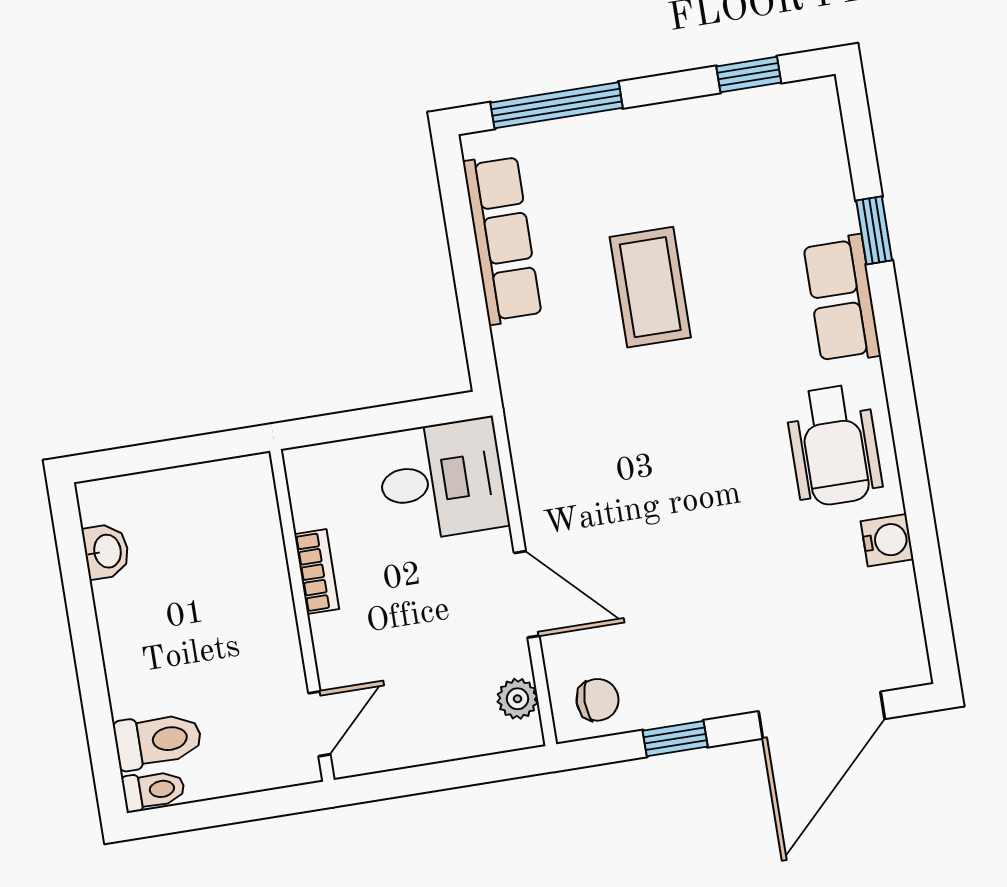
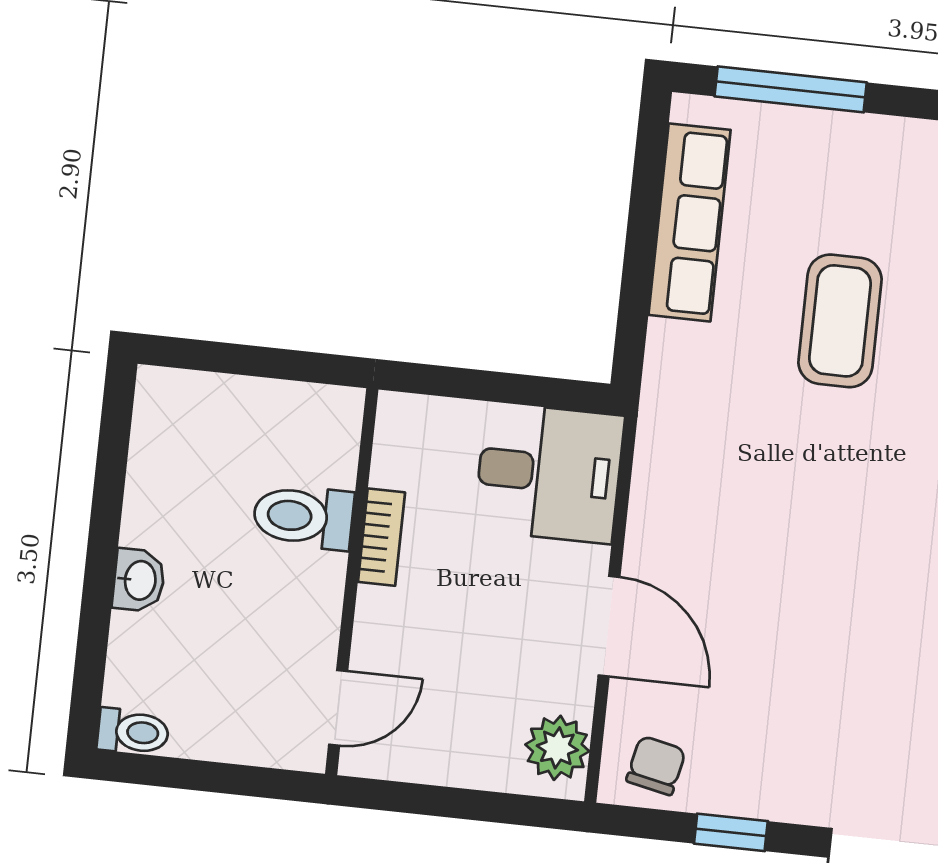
washbasin: (106, 551) -> (139, 580), moved
plant: (518, 699) -> (557, 748), width x1.38, depth x1.38
chair: (597, 700) -> (656, 765), turned -78
toilet: (158, 740) -> (303, 517), moved, turned 180

